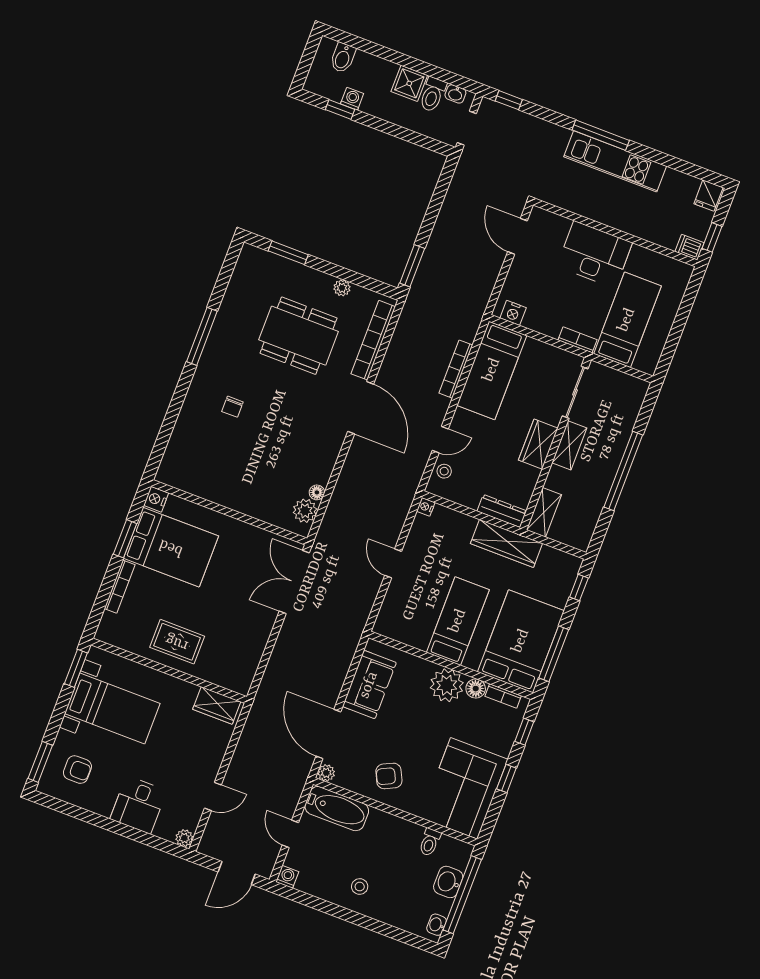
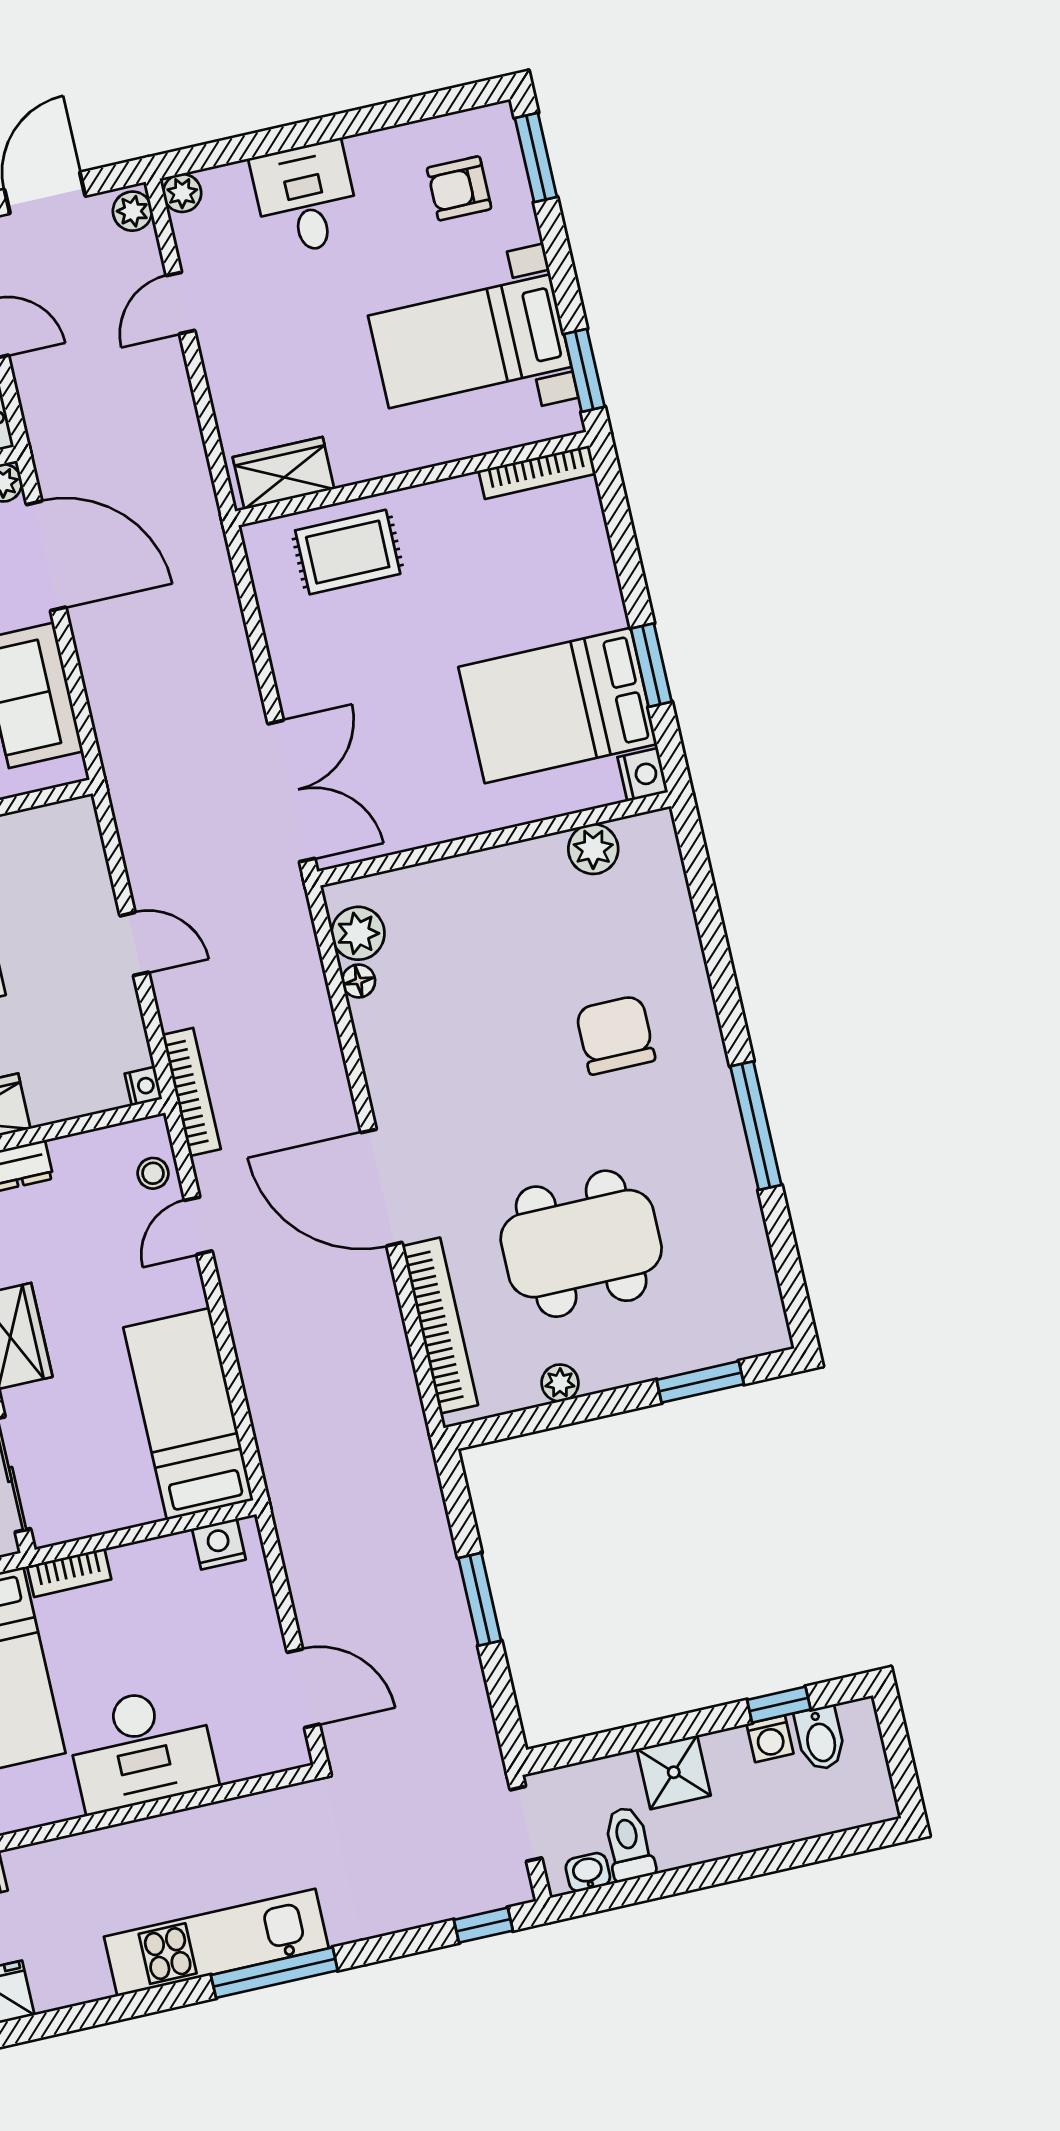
bidet: (343, 58) -> (820, 1738), moved, turned 180
shower: (409, 83) -> (674, 1772), moved
window: (412, 266) -> (480, 1599), moved
bookcase: (456, 369) -> (191, 1092), moved
chair: (232, 407) -> (615, 1035), width x1.87, depth x1.87
plant: (194, 483) -> (593, 849), added
bookcase: (120, 587) -> (537, 472), moved, turned -90
rug: (177, 642) -> (348, 552), moved
plant: (208, 844) -> (132, 211), added

